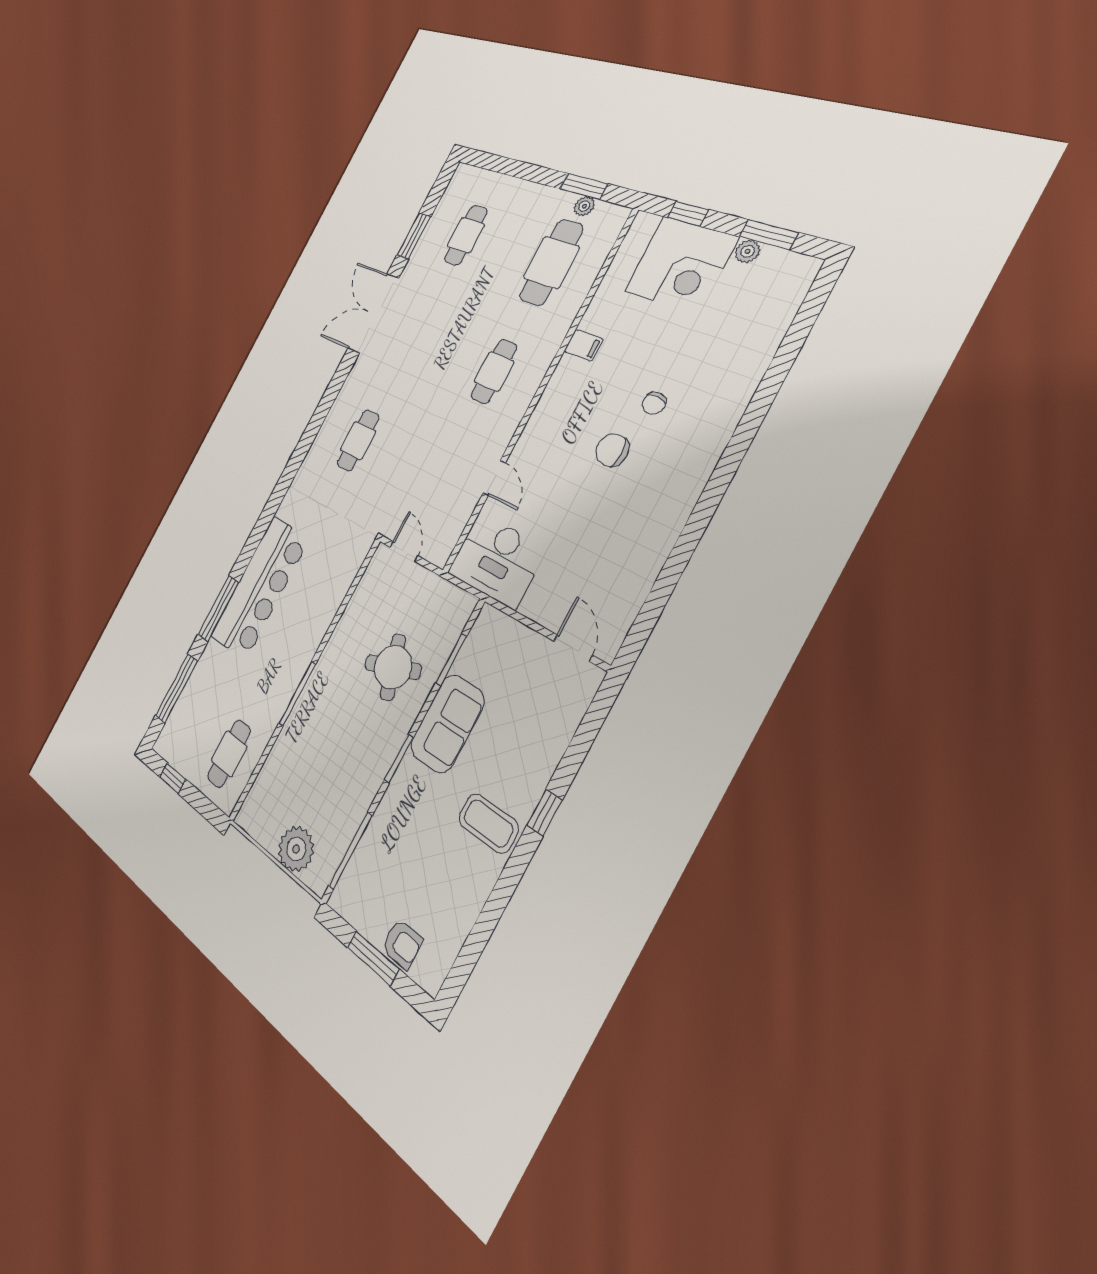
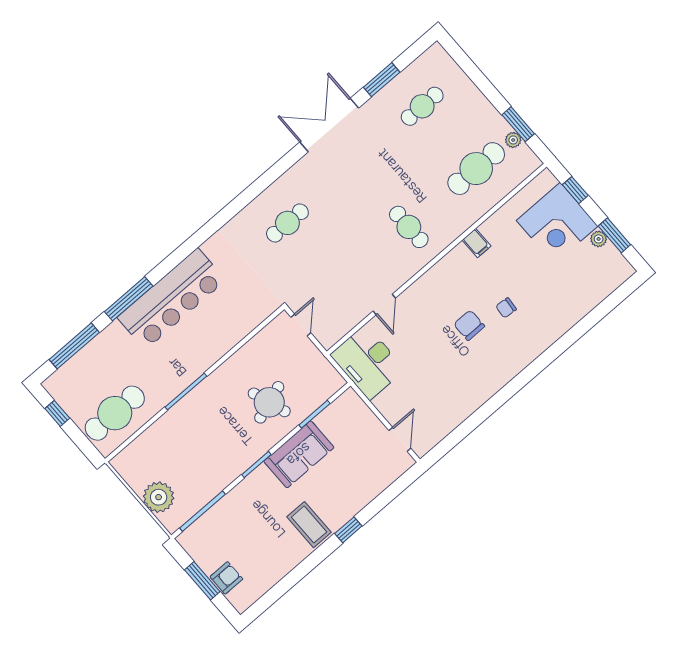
cafe table: (494, 372) -> (409, 227), turned 90
cafe table: (229, 754) -> (115, 413), width x1.37, depth x1.35
armchair: (402, 944) -> (226, 578), turned -90

